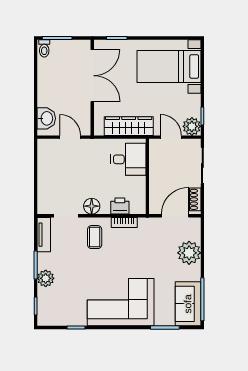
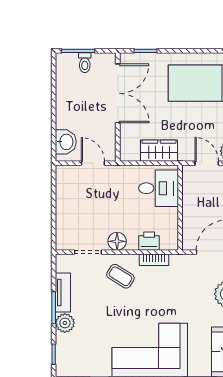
toilet: (44, 48) -> (85, 63), moved
wardrobe: (129, 126) -> (159, 151), width x0.67
tv unit: (44, 235) -> (63, 293), moved
coffee table: (95, 237) -> (120, 276), turned -58

